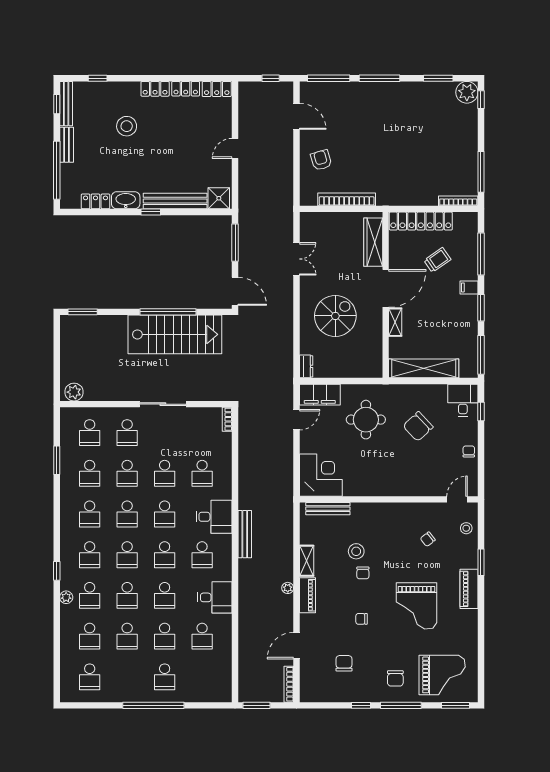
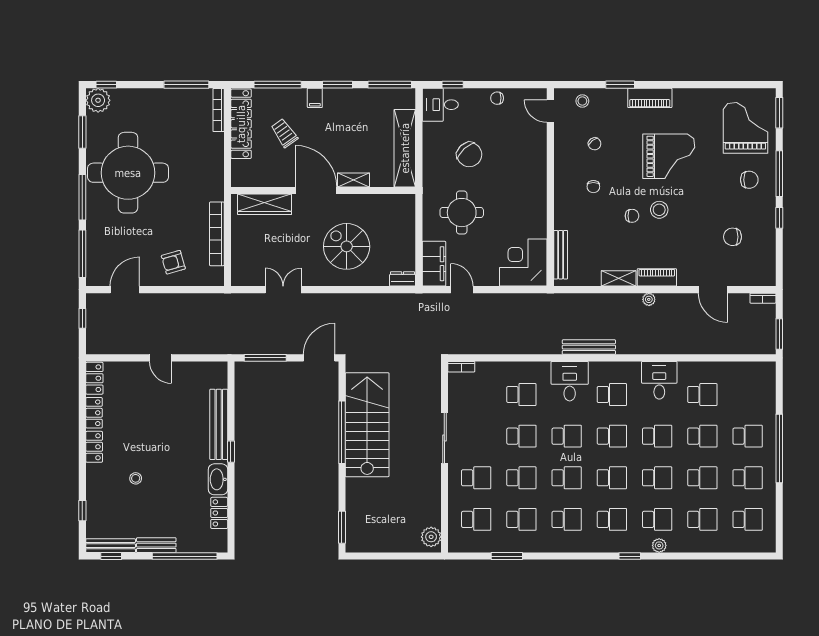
round table: (402, 119) -> (128, 173), added
stool: (127, 126) -> (136, 478), width x0.53, depth x0.53
shower: (219, 198) -> (216, 376), removed
locker: (421, 221) -> (241, 124), moved
stool: (356, 551) -> (659, 210), moved
chair: (362, 619) -> (593, 187), moved
school desk: (127, 677) -> (748, 478), added
bookcase: (289, 684) -> (763, 298), width x0.64

